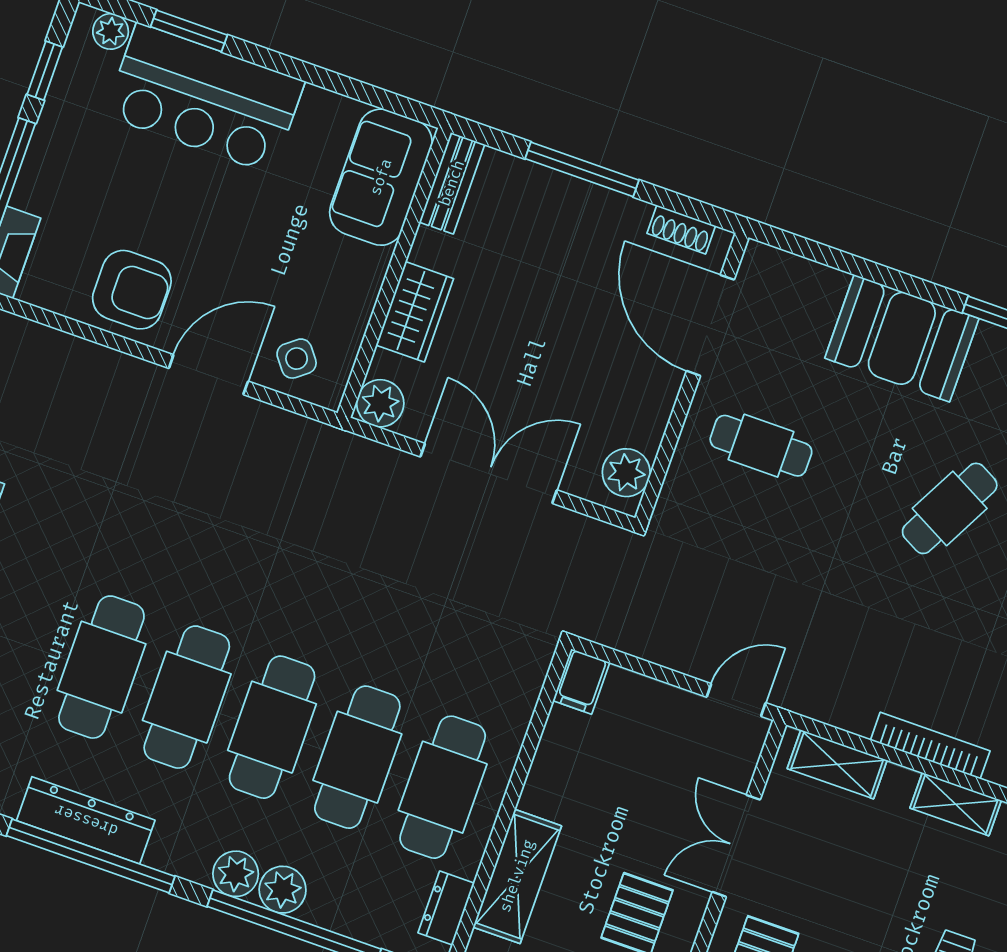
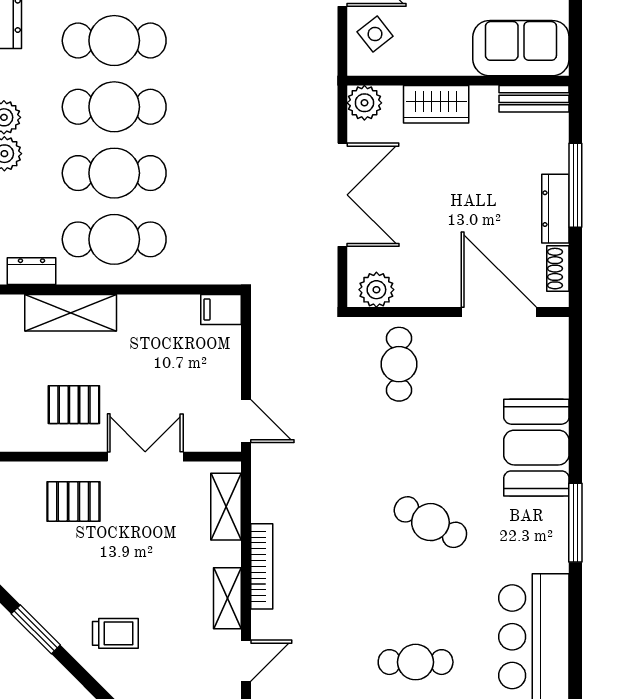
dresser: (603, 206) -> (555, 209), added
door: (710, 325) -> (499, 312), hinge flipped
cafe table: (761, 446) -> (399, 364), moved

